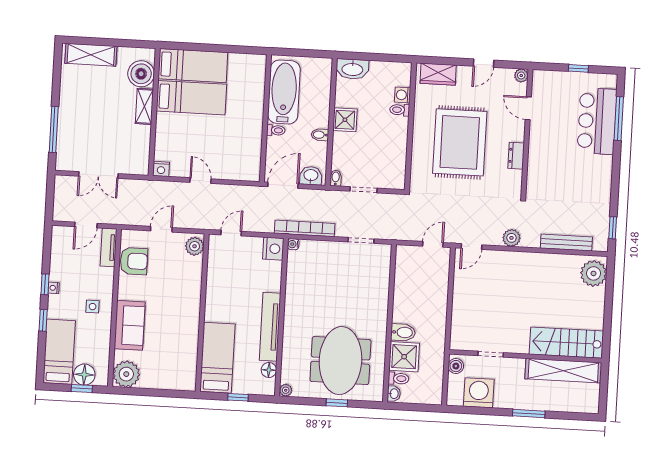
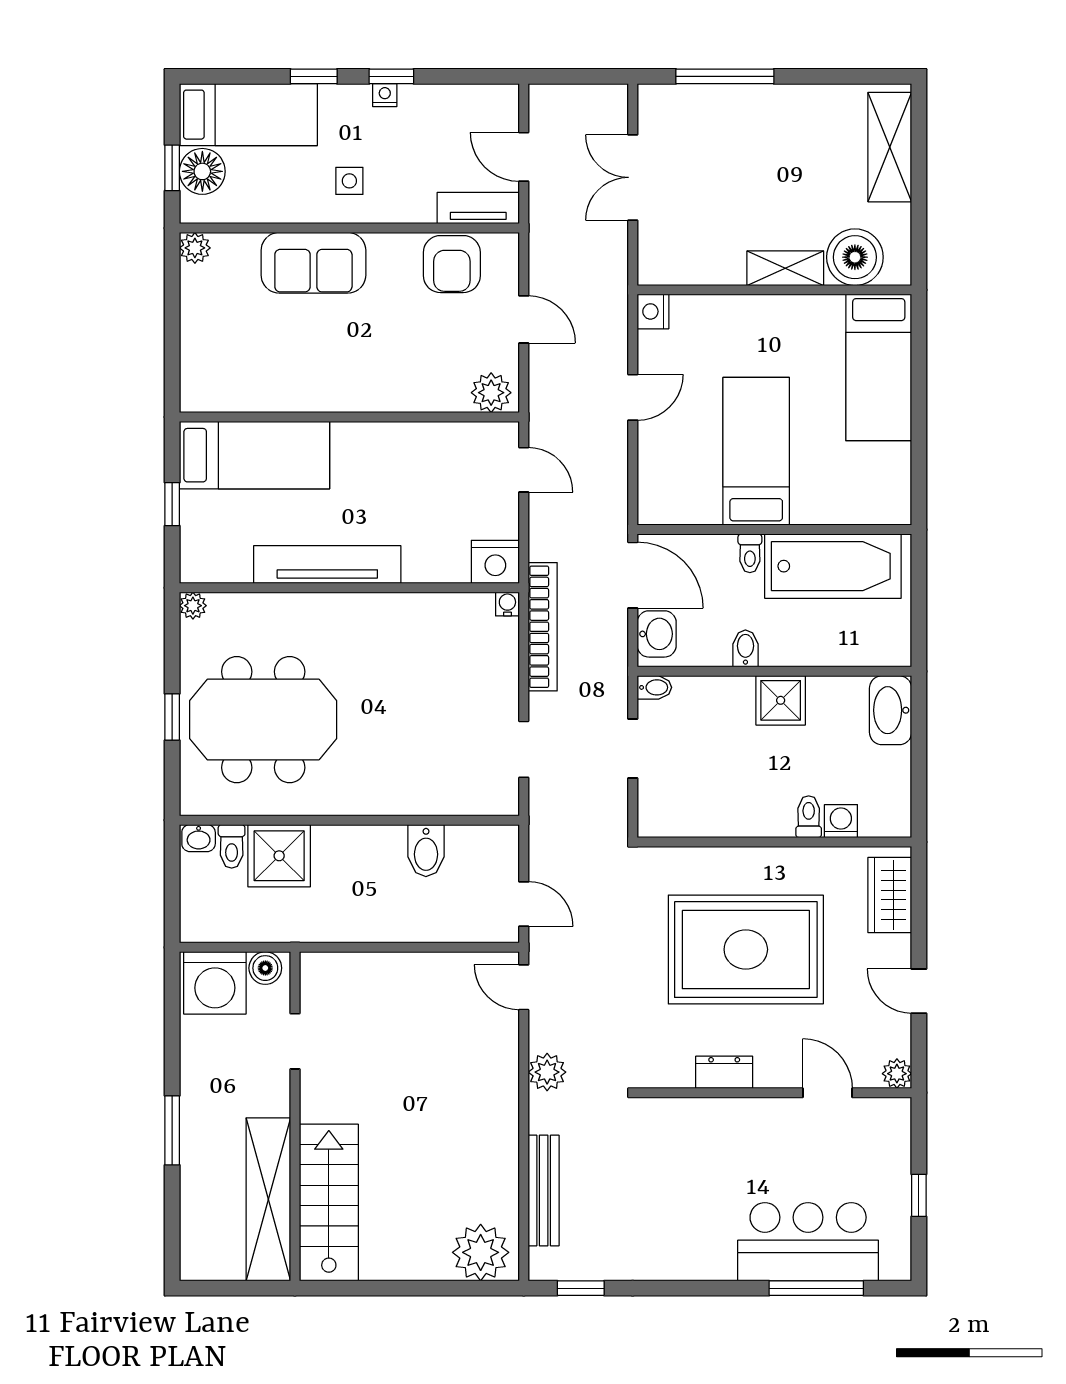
bed: (191, 98) -> (756, 451), moved, turned 180
door: (528, 108) -> (828, 1093), hinge flipped
bidet: (403, 332) -> (426, 851), moved
floor lamp: (269, 370) -> (234, 567), removed
plant: (126, 374) -> (195, 248), width x0.53, depth x0.53
washing machine: (479, 393) -> (215, 983), moved, turned 90

